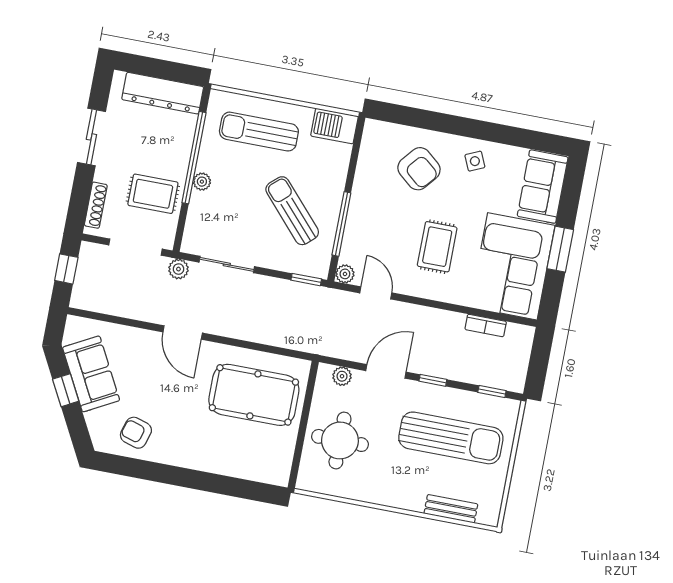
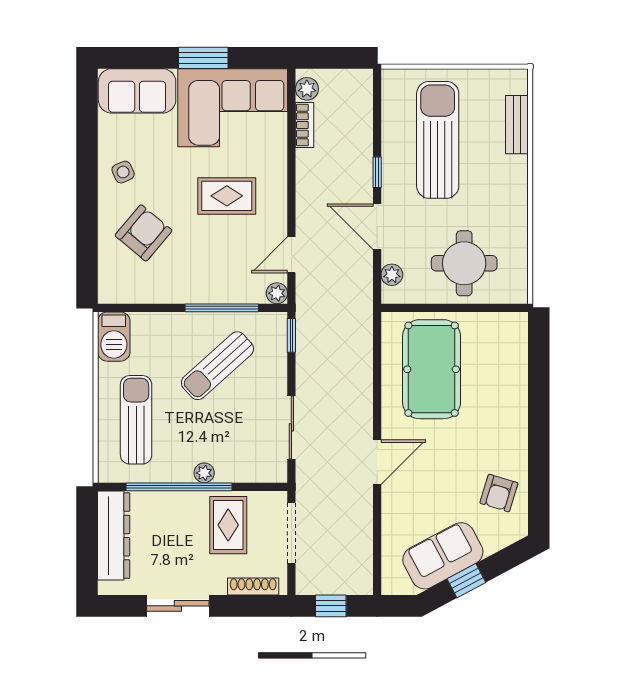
sun lounger: (259, 132) -> (136, 420), turned 180
plant: (178, 269) -> (307, 89), moved
window: (492, 392) -> (377, 104), removed

